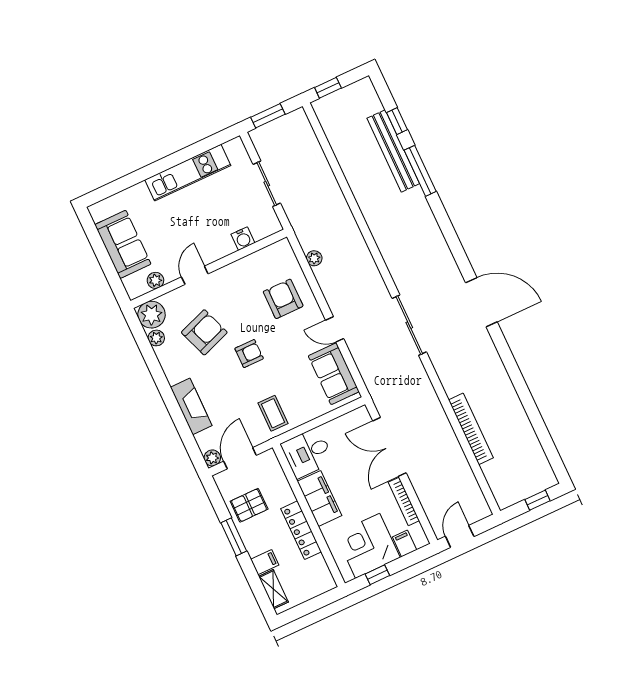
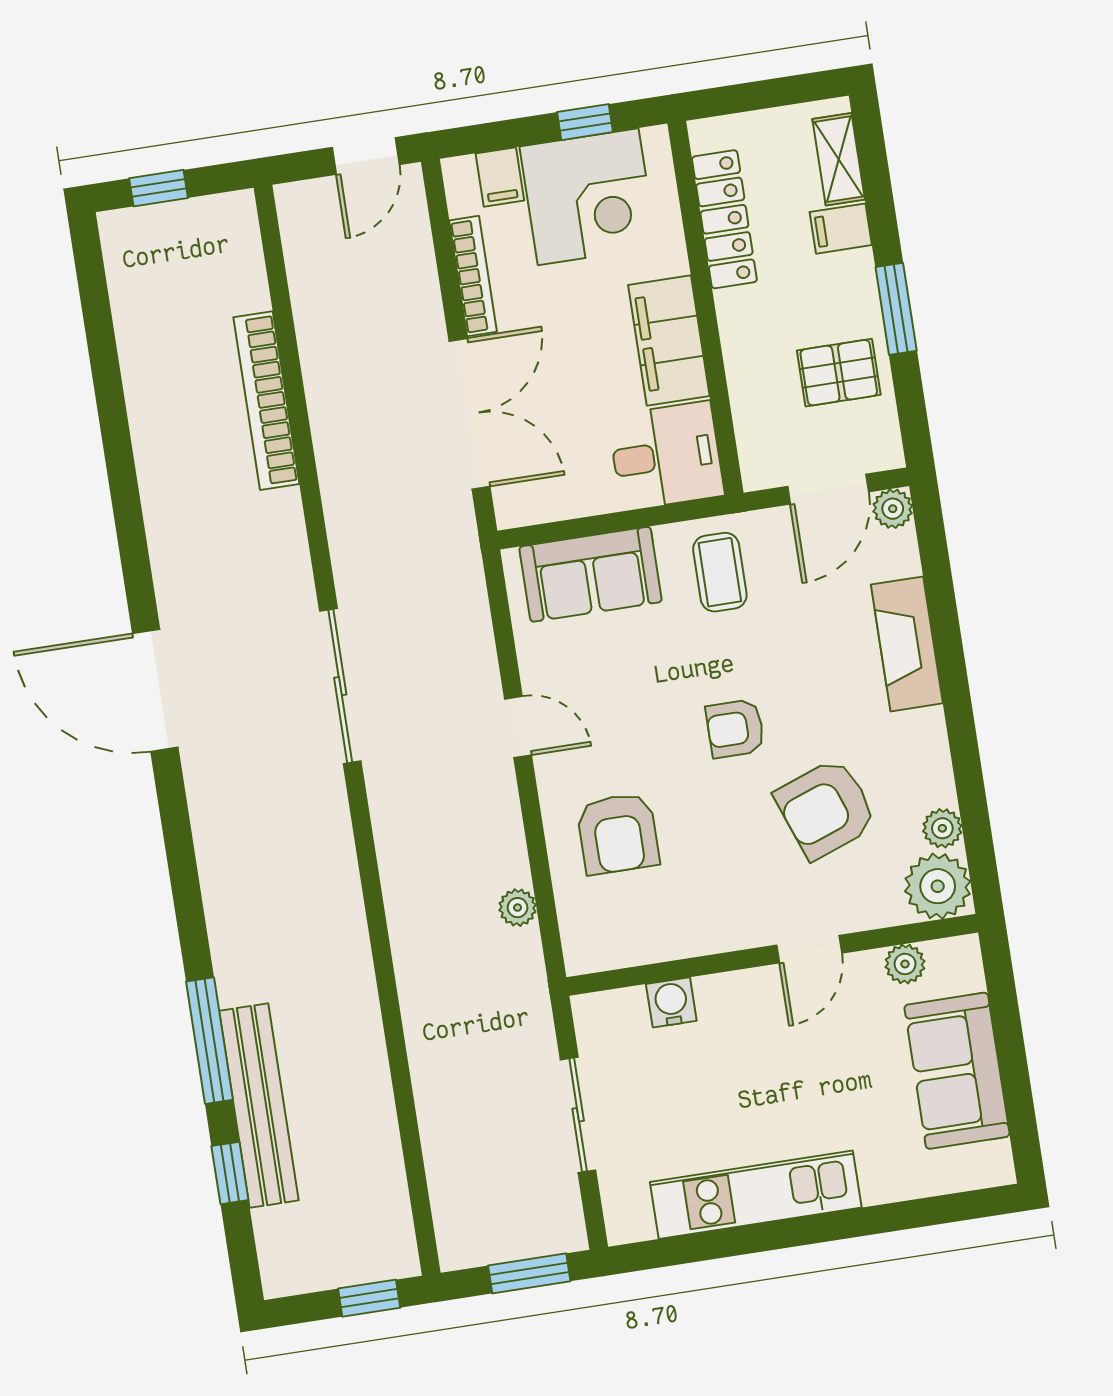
sofa: (334, 374) -> (591, 574), moved, turned 90
locker: (301, 530) -> (724, 219), moved

